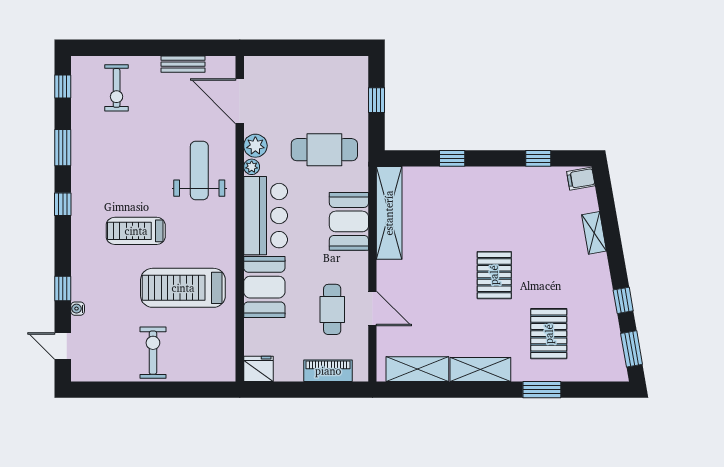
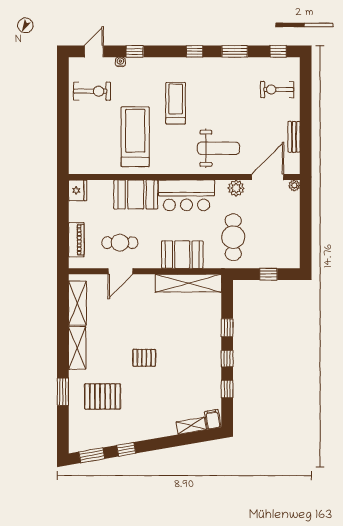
window: (495, 158) -> (227, 359), added
plant: (252, 167) -> (294, 185), moved
shelving: (594, 233) -> (191, 426), moved
pallet: (494, 275) -> (144, 358), width x0.67, depth x0.71
exercise bike: (153, 353) -> (92, 91), moved

